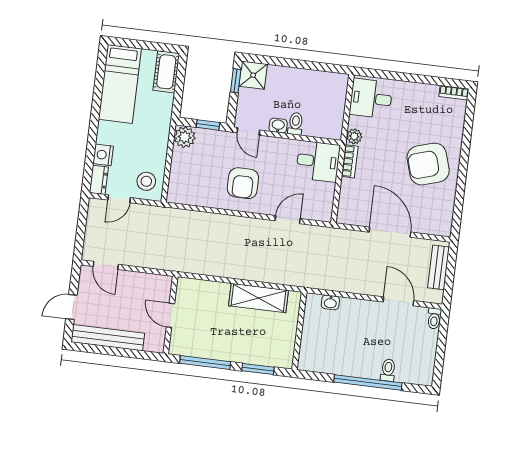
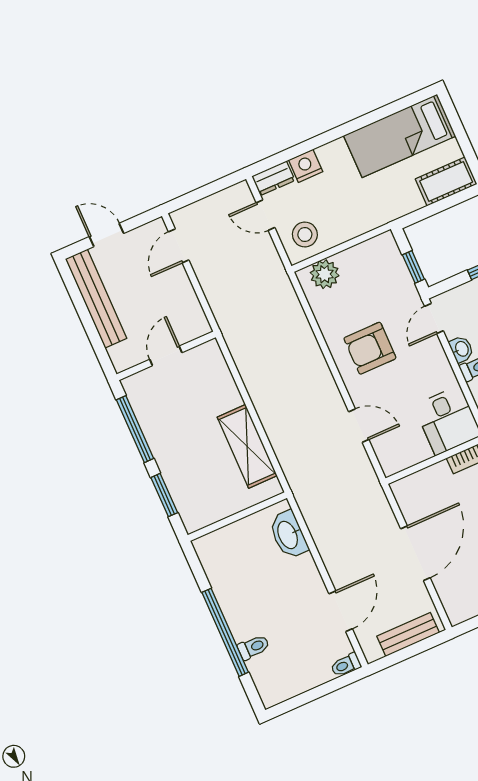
plant: (185, 137) -> (325, 274), moved
washbasin: (330, 302) -> (288, 535), width x1.91, depth x1.45

